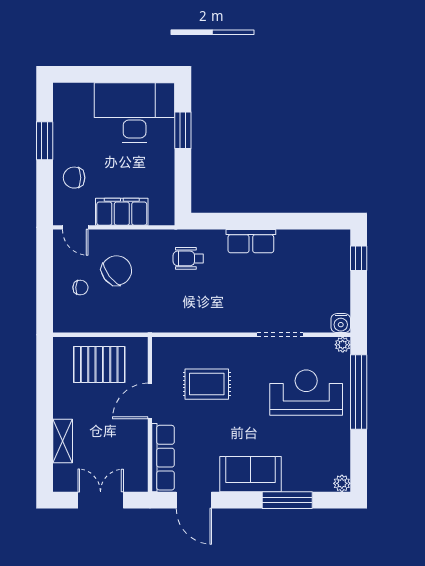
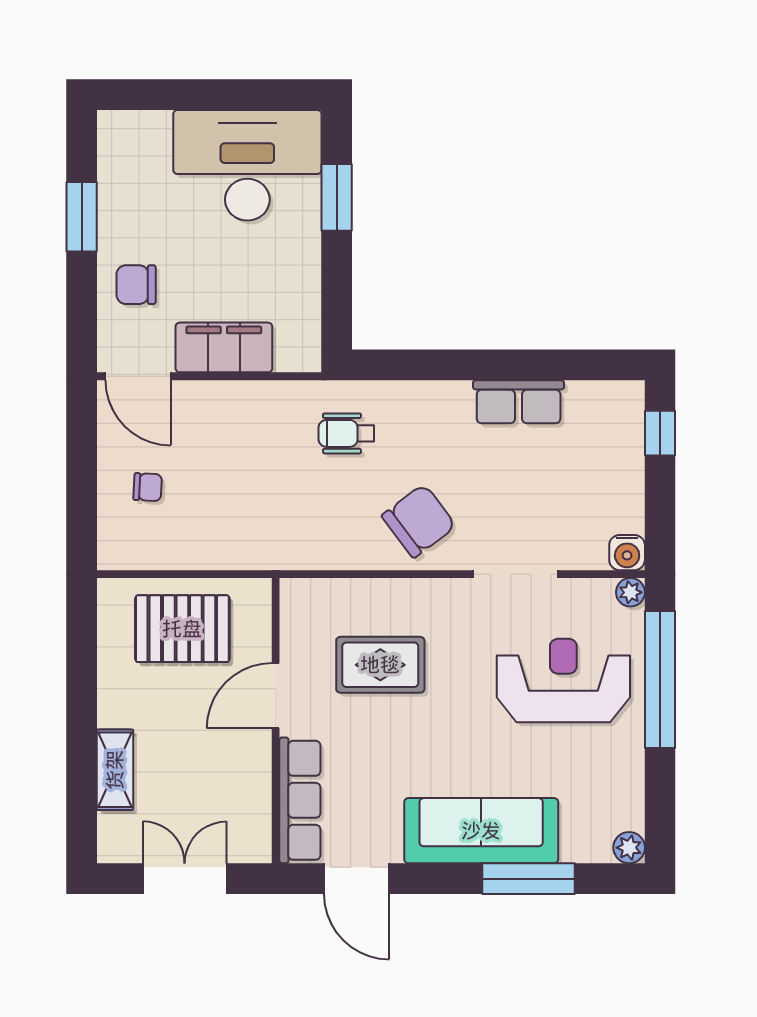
door: (75, 227) -> (138, 376), width x1.38
row of seats: (251, 241) -> (519, 402), moved
chair: (117, 270) -> (419, 521), moved
sofa: (250, 474) -> (481, 831), width x1.36

